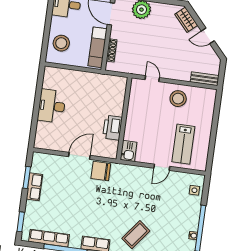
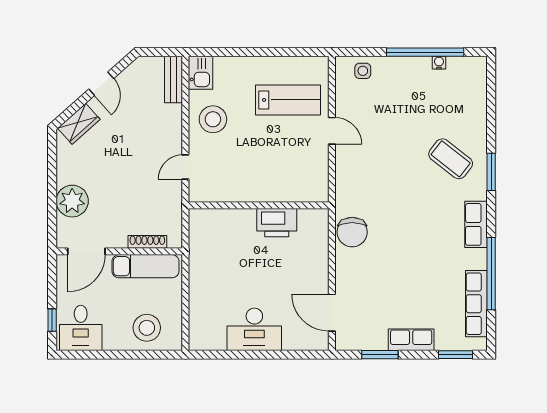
kitchen sink: (129, 151) -> (201, 73), moved, turned 90
door: (79, 156) -> (332, 313), moved
row of seats: (34, 187) -> (411, 340), moved

